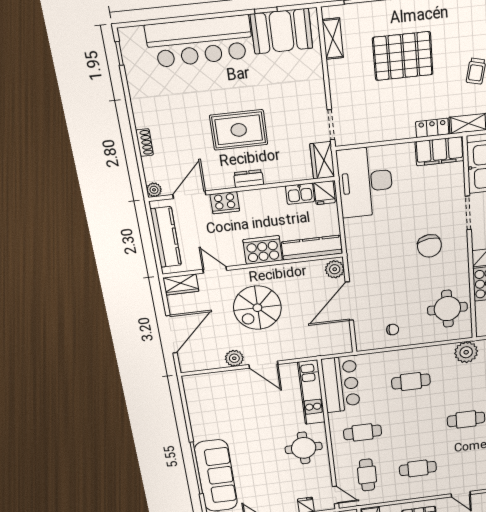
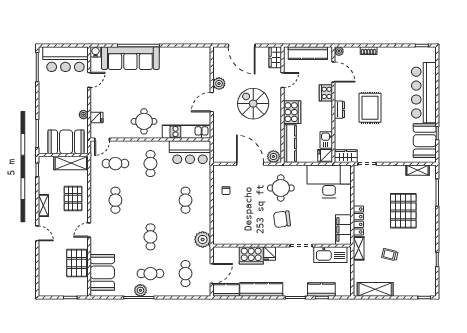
locker: (432, 128) -> (358, 221), width x1.53
round table: (447, 309) -> (281, 188), moved

